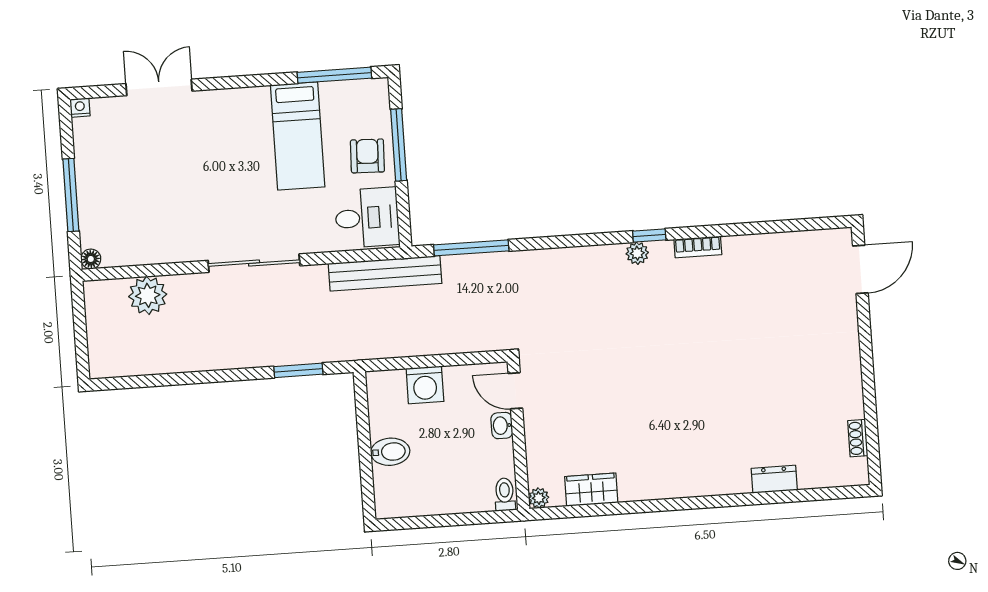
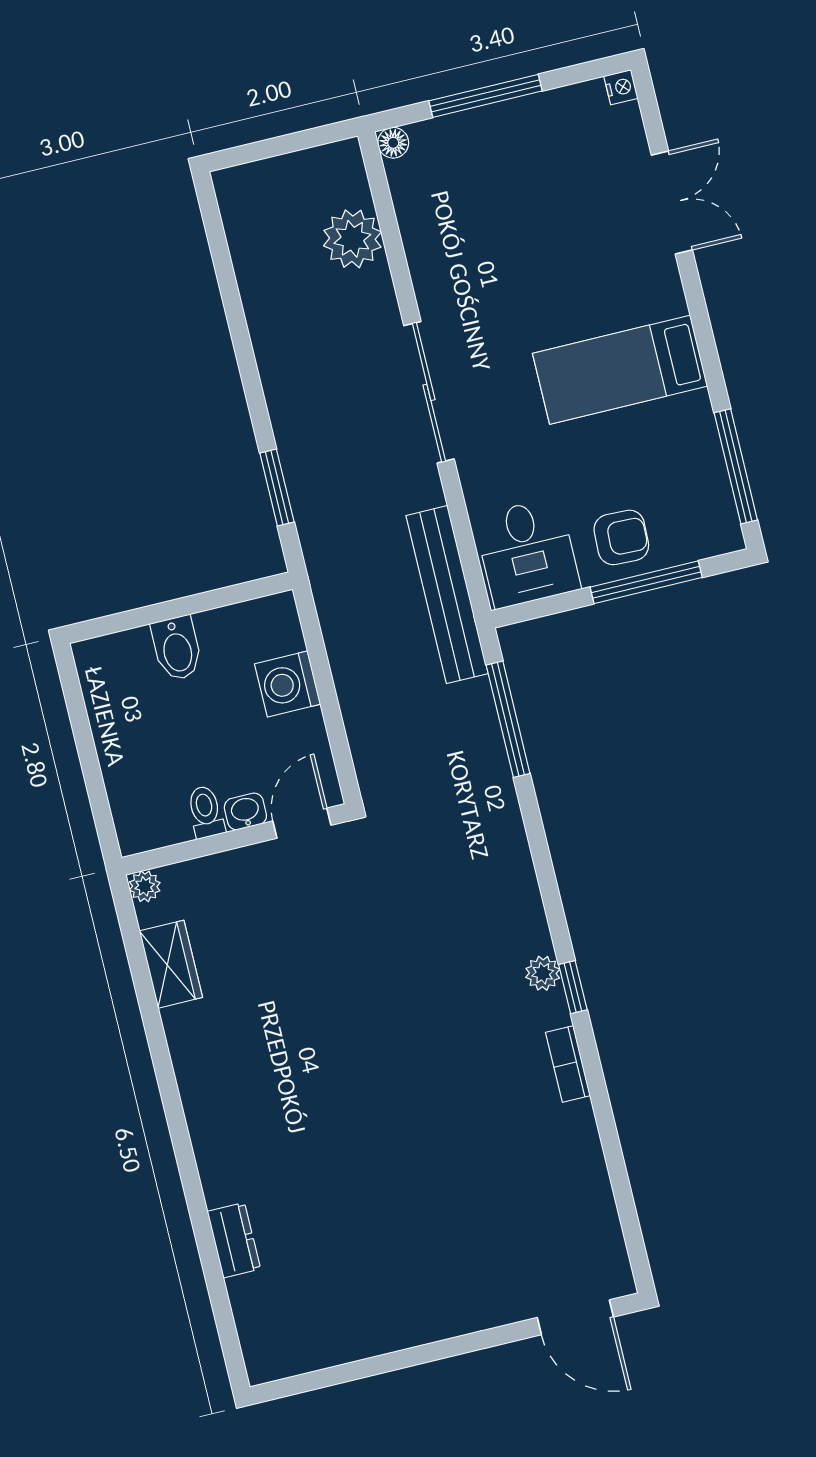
bed: (298, 136) -> (620, 370), moved
shoe rack: (858, 438) -> (318, 1357), removed
toilet: (505, 494) -> (206, 812), moved, turned -90

